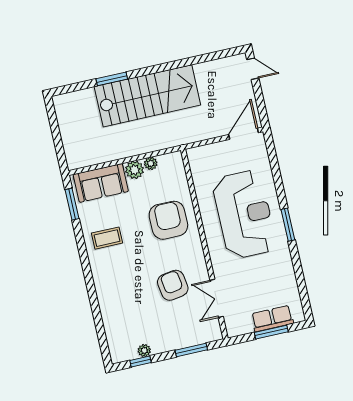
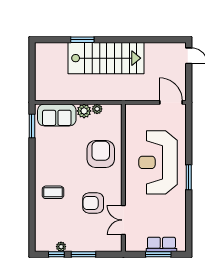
door: (244, 134) -> (171, 102), hinge flipped
reception desk: (244, 214) -> (158, 162), turned 180
coffee table: (107, 238) -> (53, 192), moved
armchair: (173, 285) -> (93, 203), turned -81
window: (191, 350) -> (83, 254), moved

